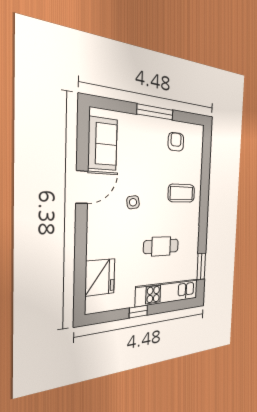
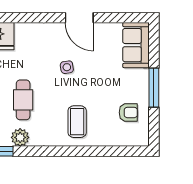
sofa: (103, 144) -> (136, 45), moved, turned 90
plant: (192, 247) -> (20, 137), added

